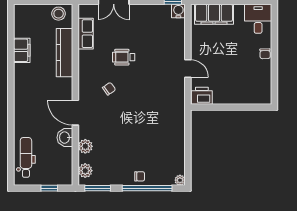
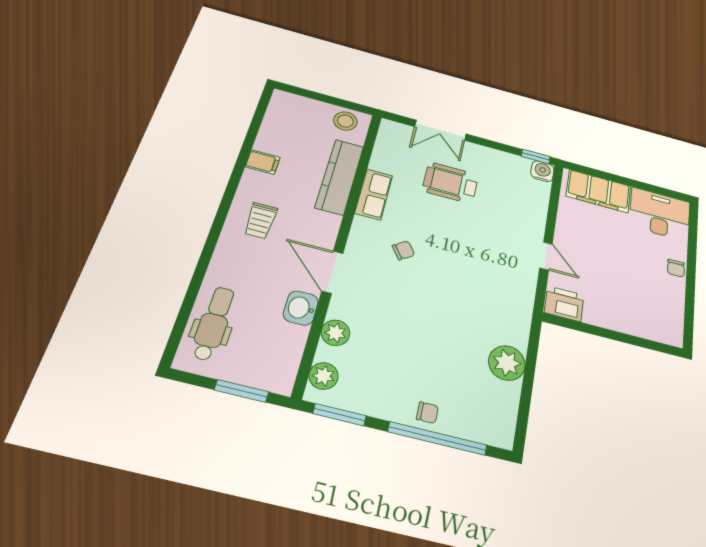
desk: (258, 19) -> (660, 214), width x1.37
row of seats: (86, 34) -> (374, 194), moved
filing cabinet: (22, 50) -> (263, 162), width x0.50
wheelchair: (124, 57) -> (450, 183), moved, width x1.36, depth x1.37
trolley: (31, 93) -> (260, 221), added
plant: (180, 180) -> (507, 363), moved, width x1.87, depth x1.87
window: (49, 188) -> (242, 391), width x1.50

